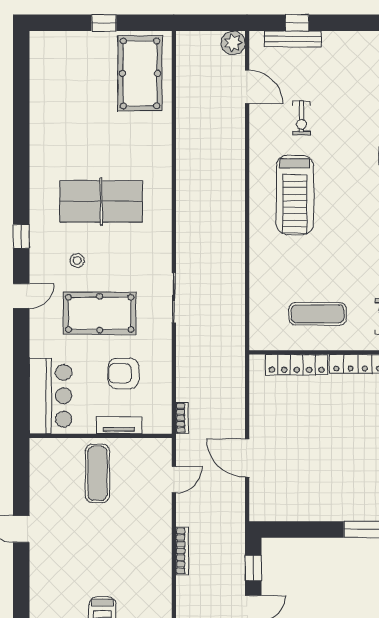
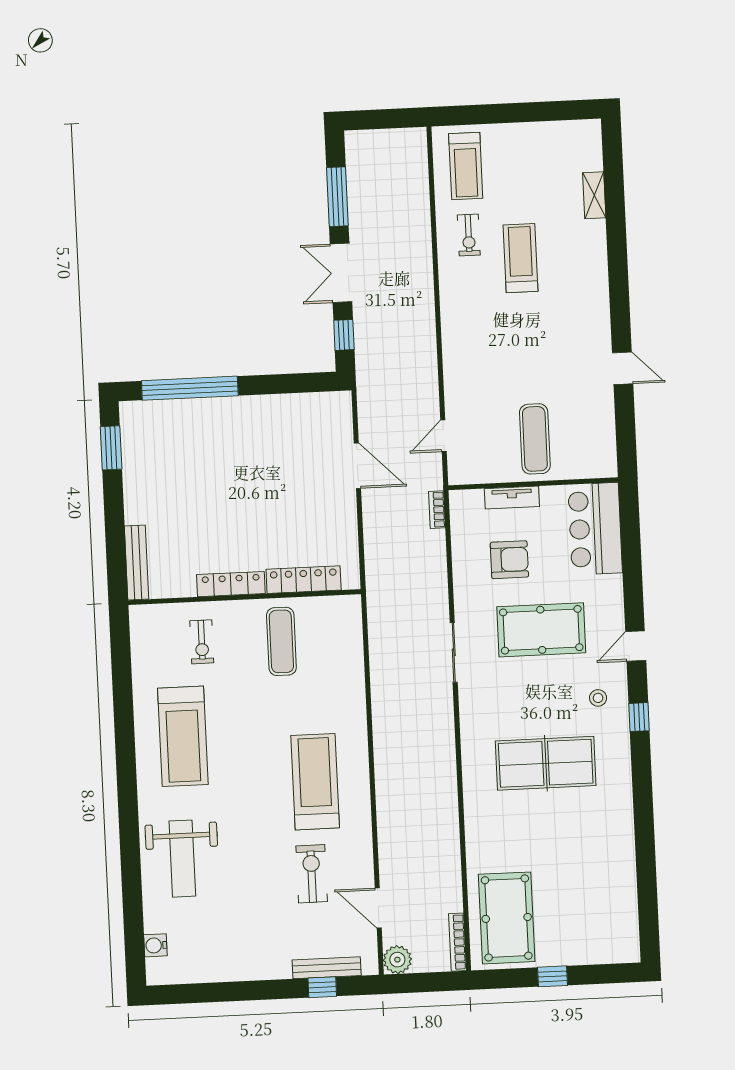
exercise bike: (302, 118) -> (312, 874), width x1.38, depth x1.39
stool: (77, 261) -> (598, 698), moved
exercise mat: (318, 314) -> (281, 641), turned 90
bookcase: (182, 551) -> (458, 942), moved

